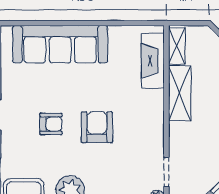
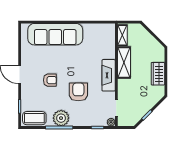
fireplace: (153, 61) -> (109, 75), moved
armchair: (97, 127) -> (78, 92), moved

